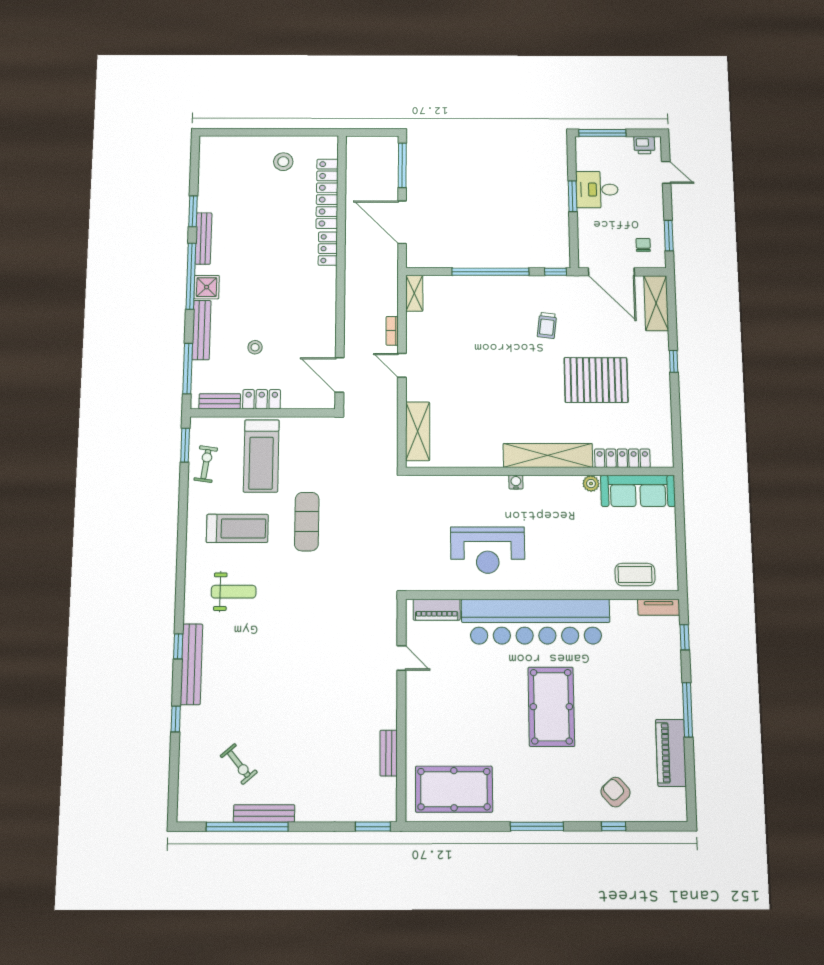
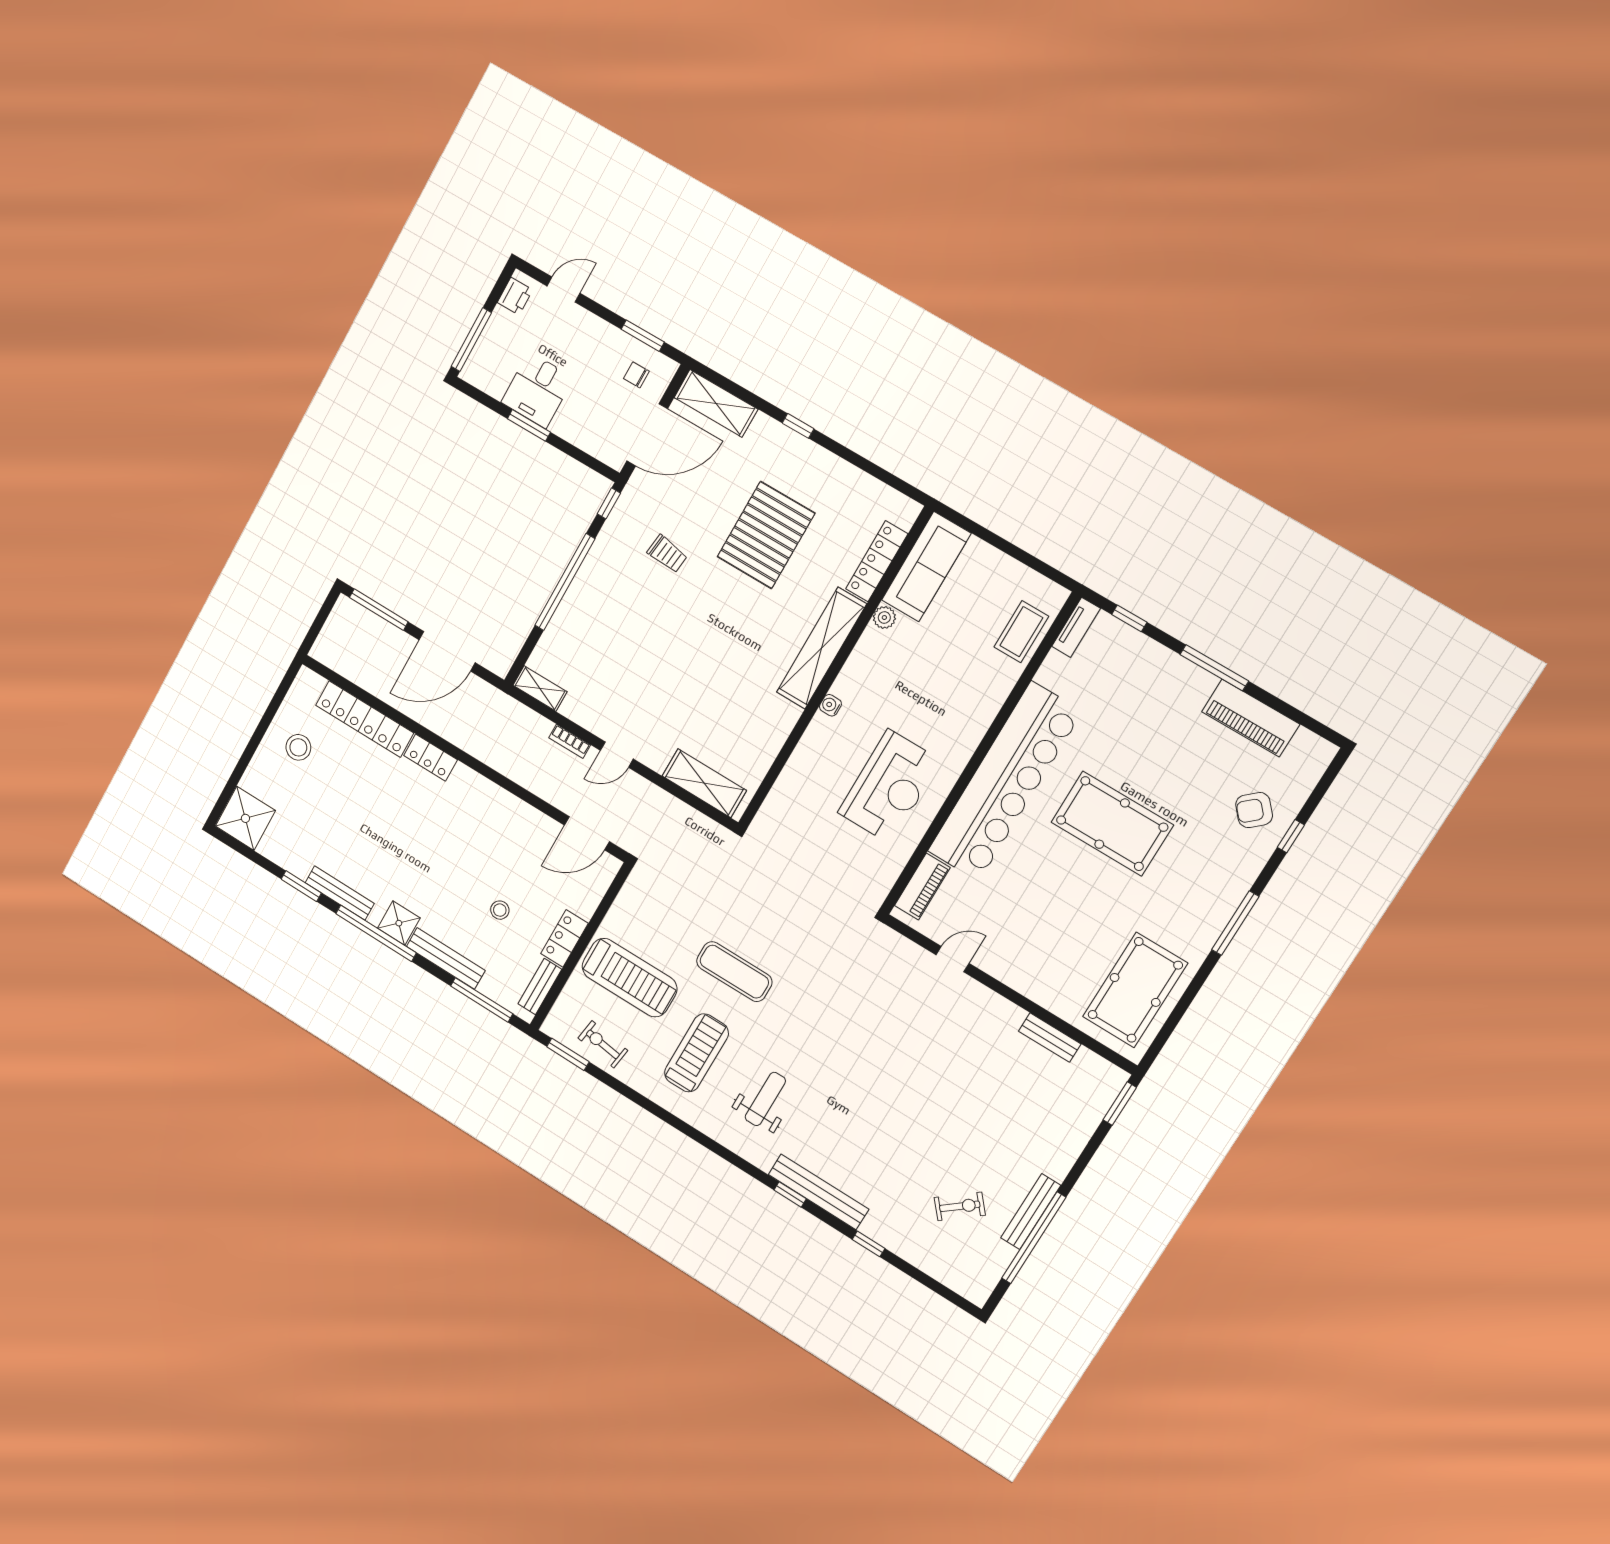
shower: (216, 152) -> (245, 818), added

